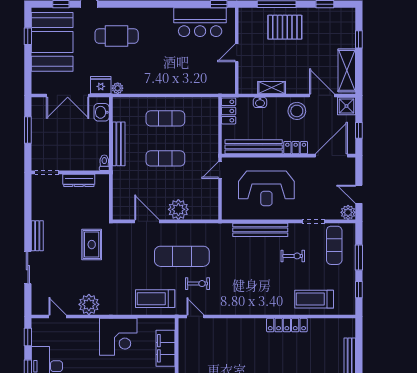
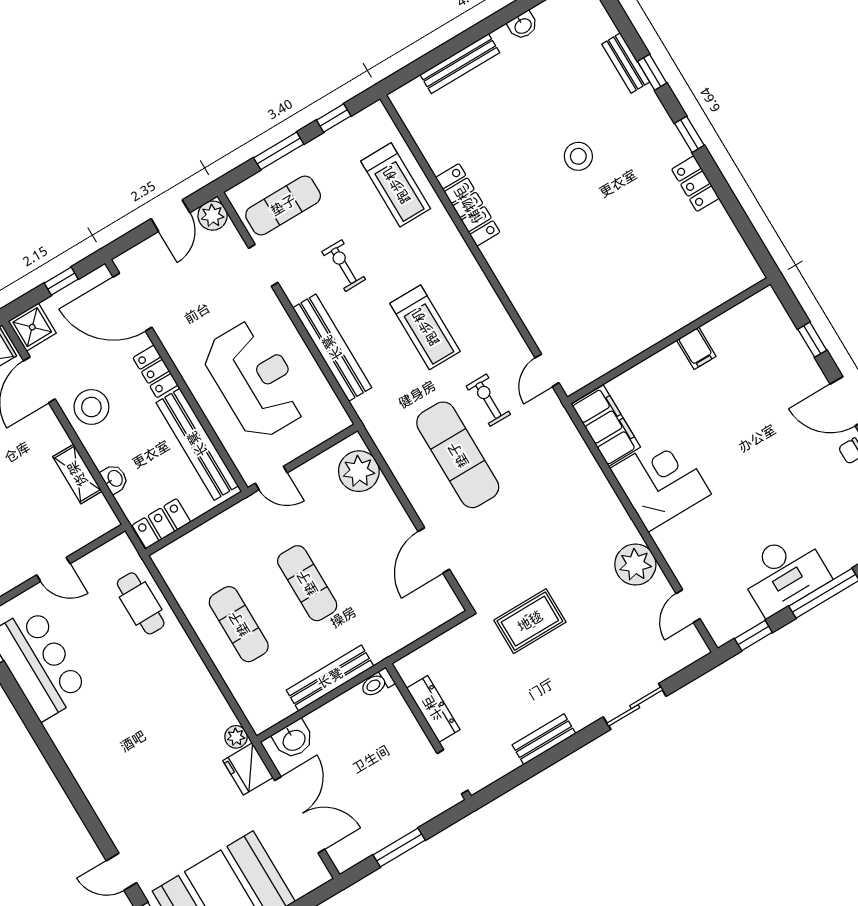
cafe table: (117, 36) -> (141, 603), moved, width x0.73, depth x0.74
plant: (178, 209) -> (359, 471), moved
bench: (37, 236) -> (544, 739), moved
treadmill: (155, 299) -> (425, 327), moved
filing cabinet: (165, 348) -> (606, 426), moved, turned -90

